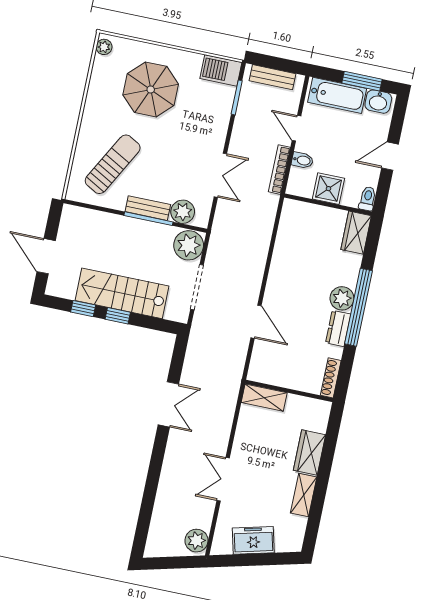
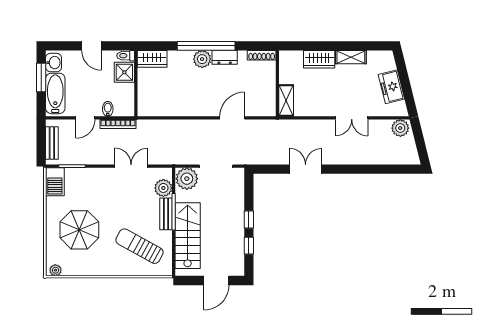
shower: (328, 189) -> (124, 72), moved
stairs: (122, 293) -> (188, 236), moved, turned 180

